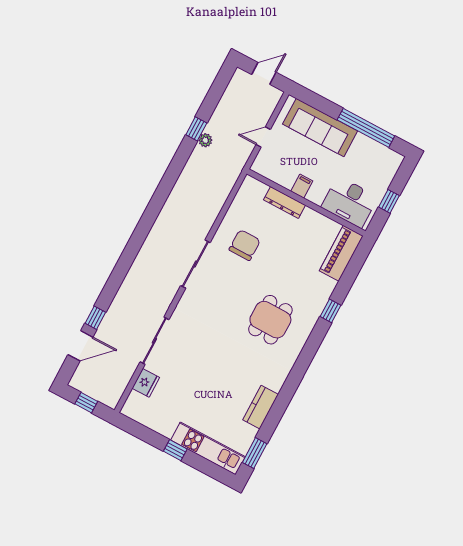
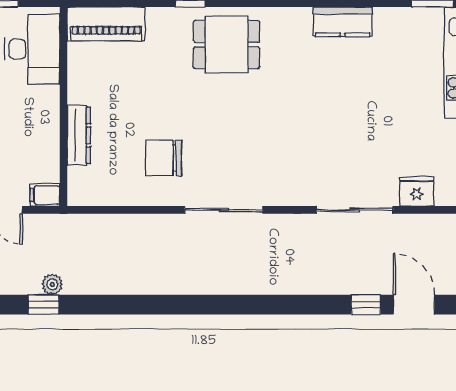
filing cabinet: (302, 186) -> (45, 195), moved
dining table: (270, 320) -> (227, 45), moved
kitchen counter: (261, 407) -> (343, 22), moved

